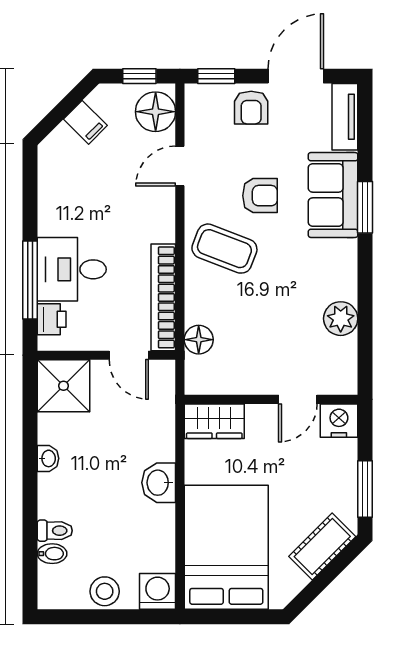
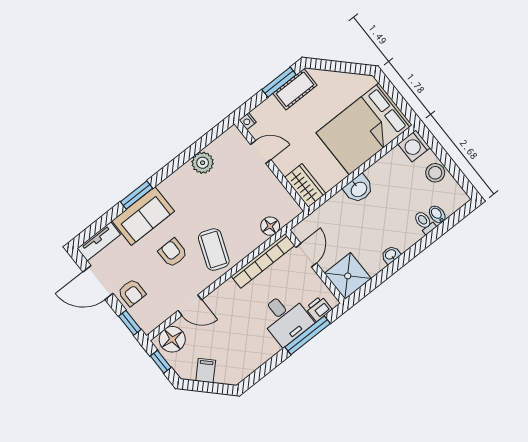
armchair: (251, 108) -> (132, 293), turned 90
nightstand: (339, 421) -> (248, 121), width x0.53, depth x0.56
cot: (322, 546) -> (295, 89), moved, turned -45

